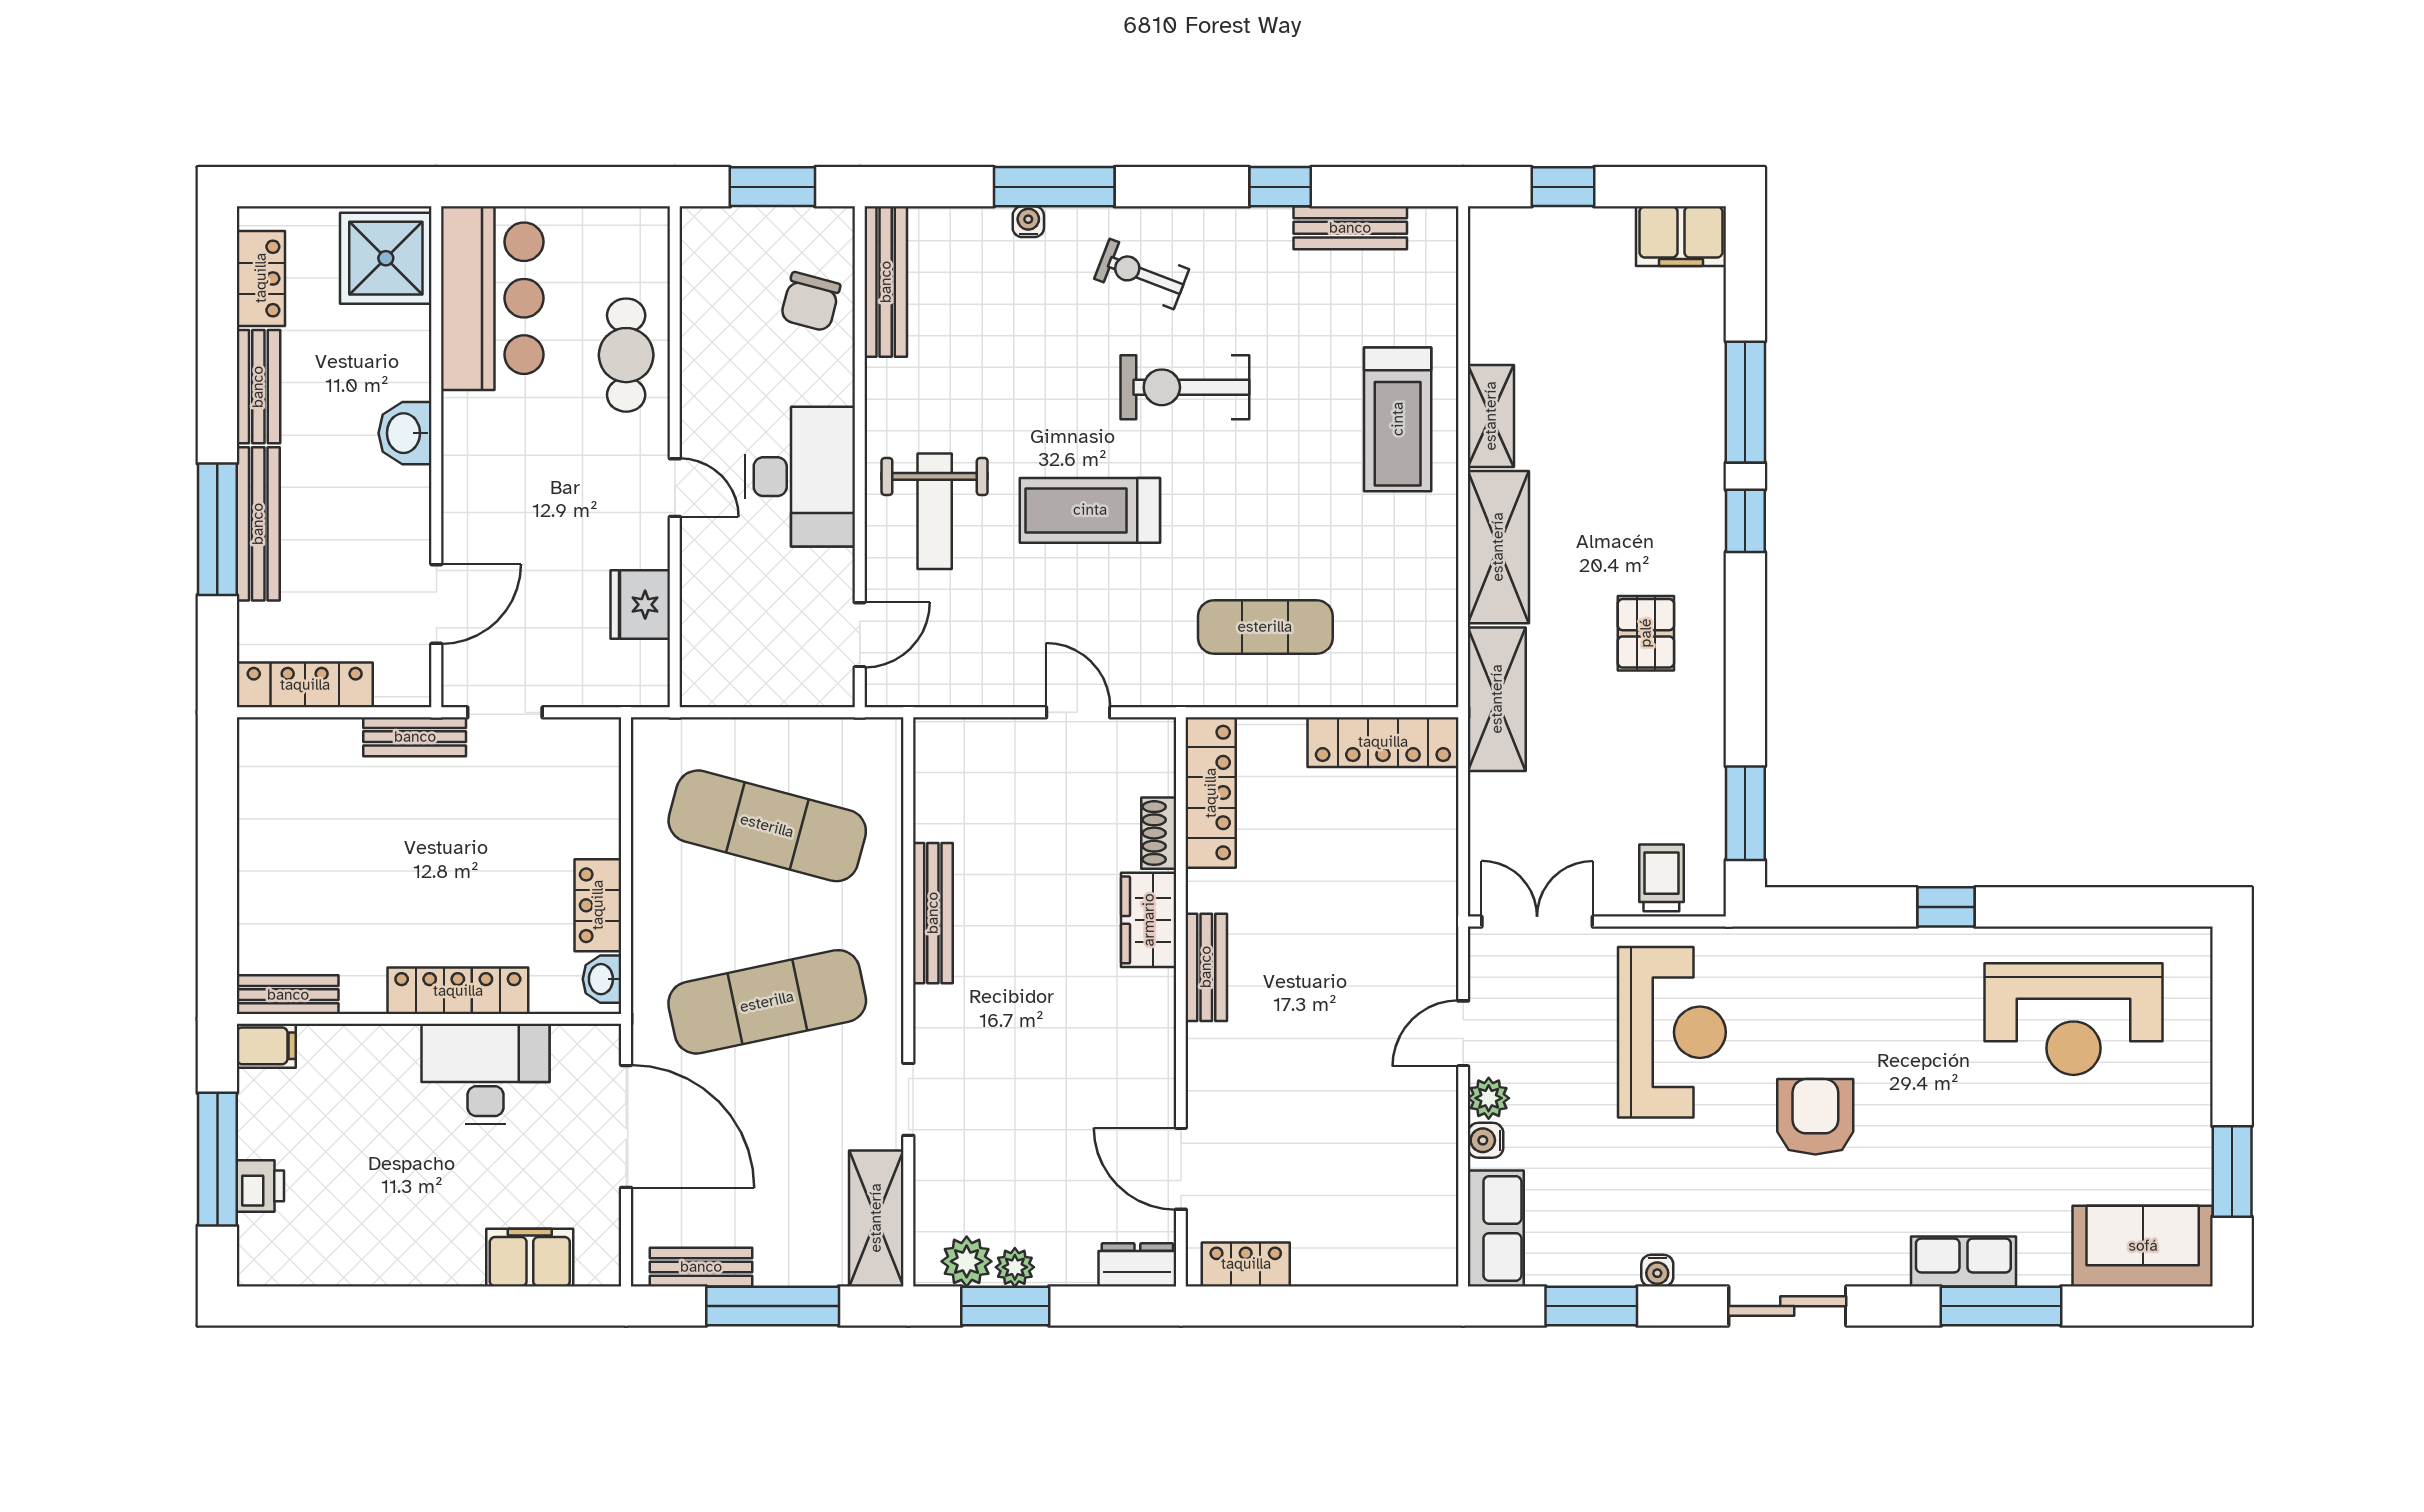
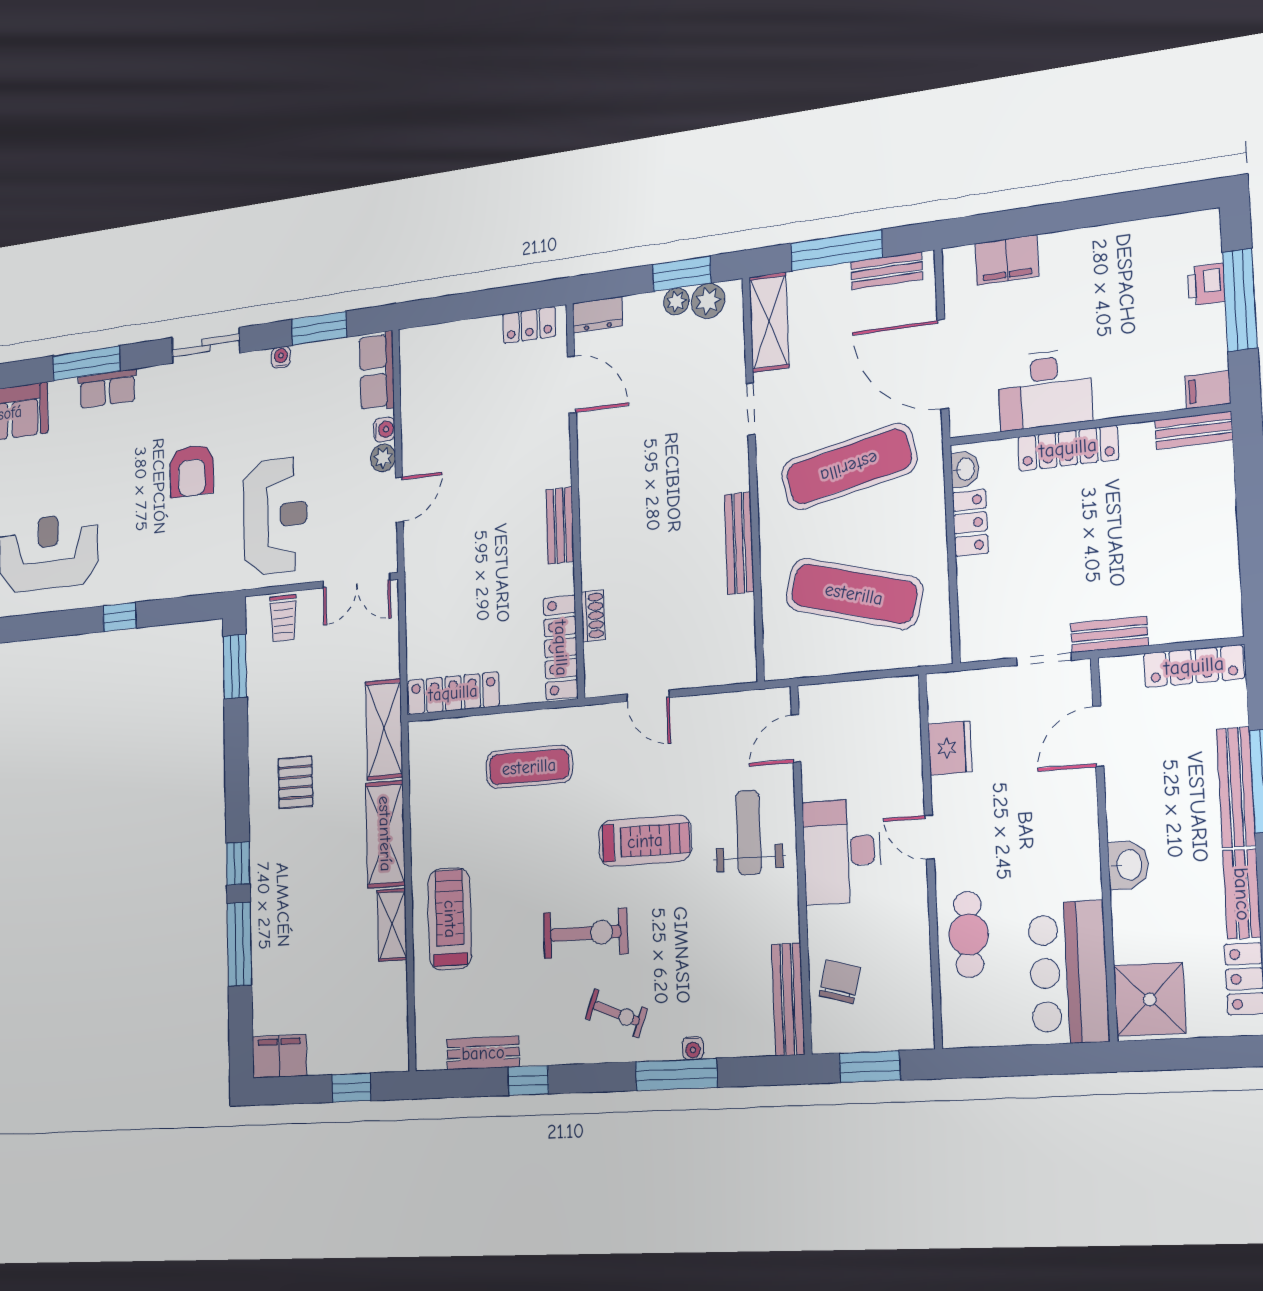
wardrobe: (1149, 920) -> (598, 554), removed
reception desk: (1672, 1032) -> (275, 516), turned 180

